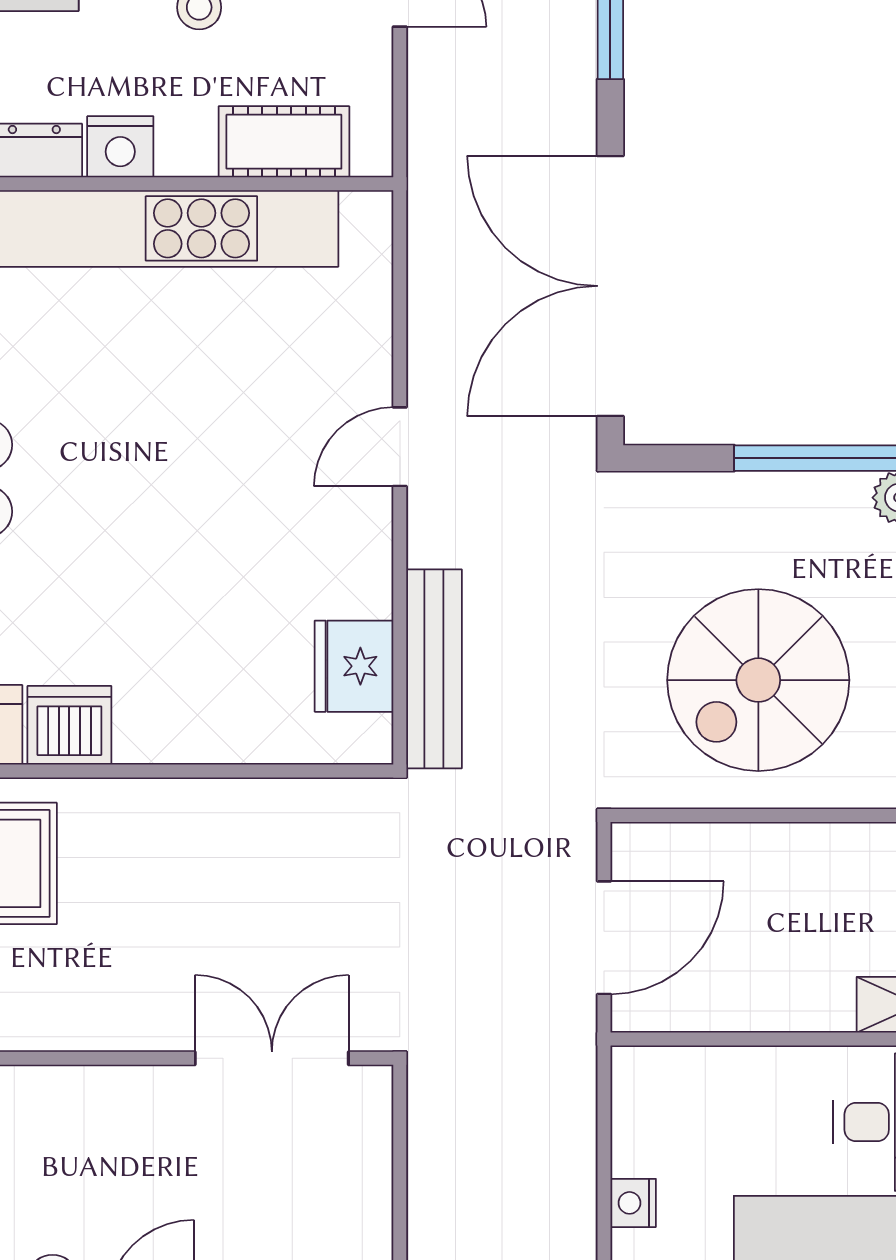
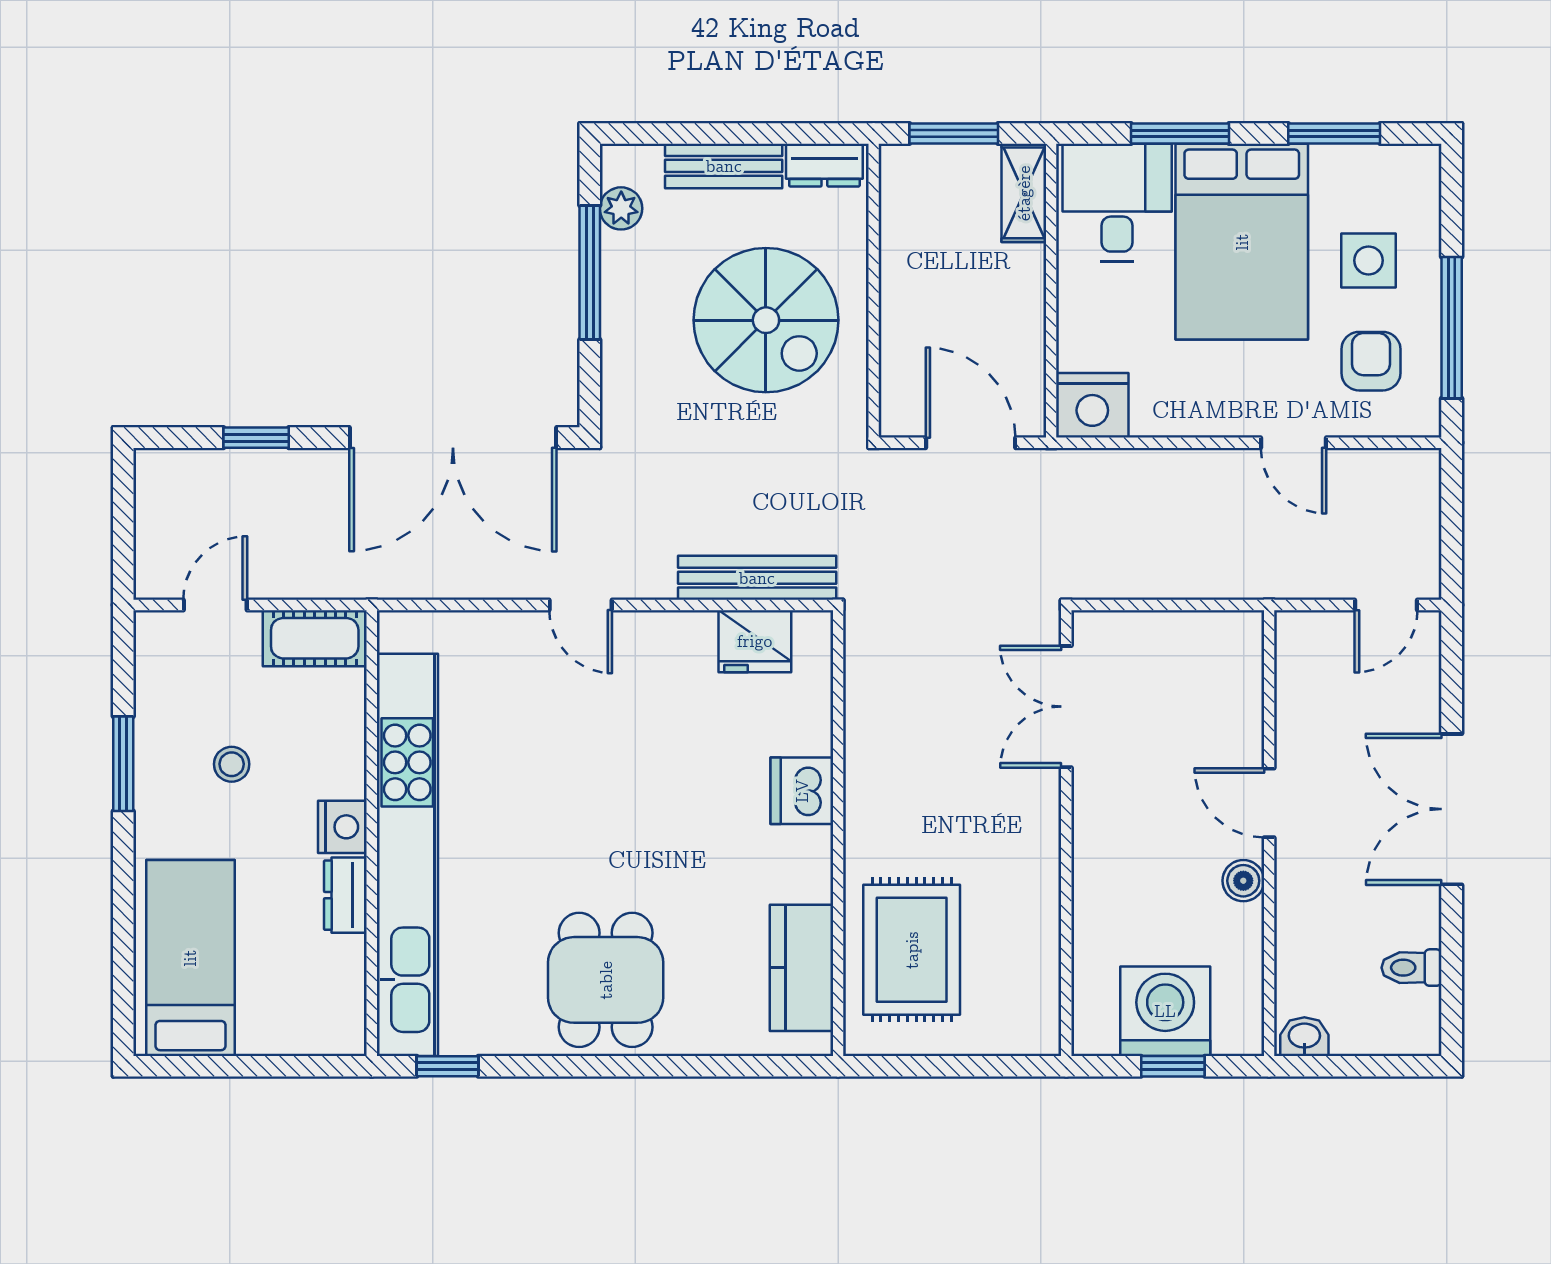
cot: (284, 142) -> (315, 638), moved, turned 90
dishwasher: (69, 725) -> (802, 791), moved
nightstand: (633, 1203) -> (1092, 405), moved, width x1.89, depth x1.79

